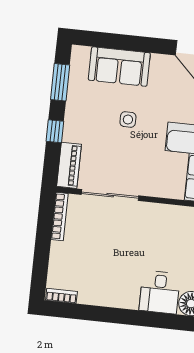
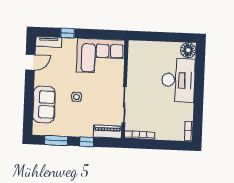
desk: (160, 292) -> (178, 80), width x1.87, depth x1.30

